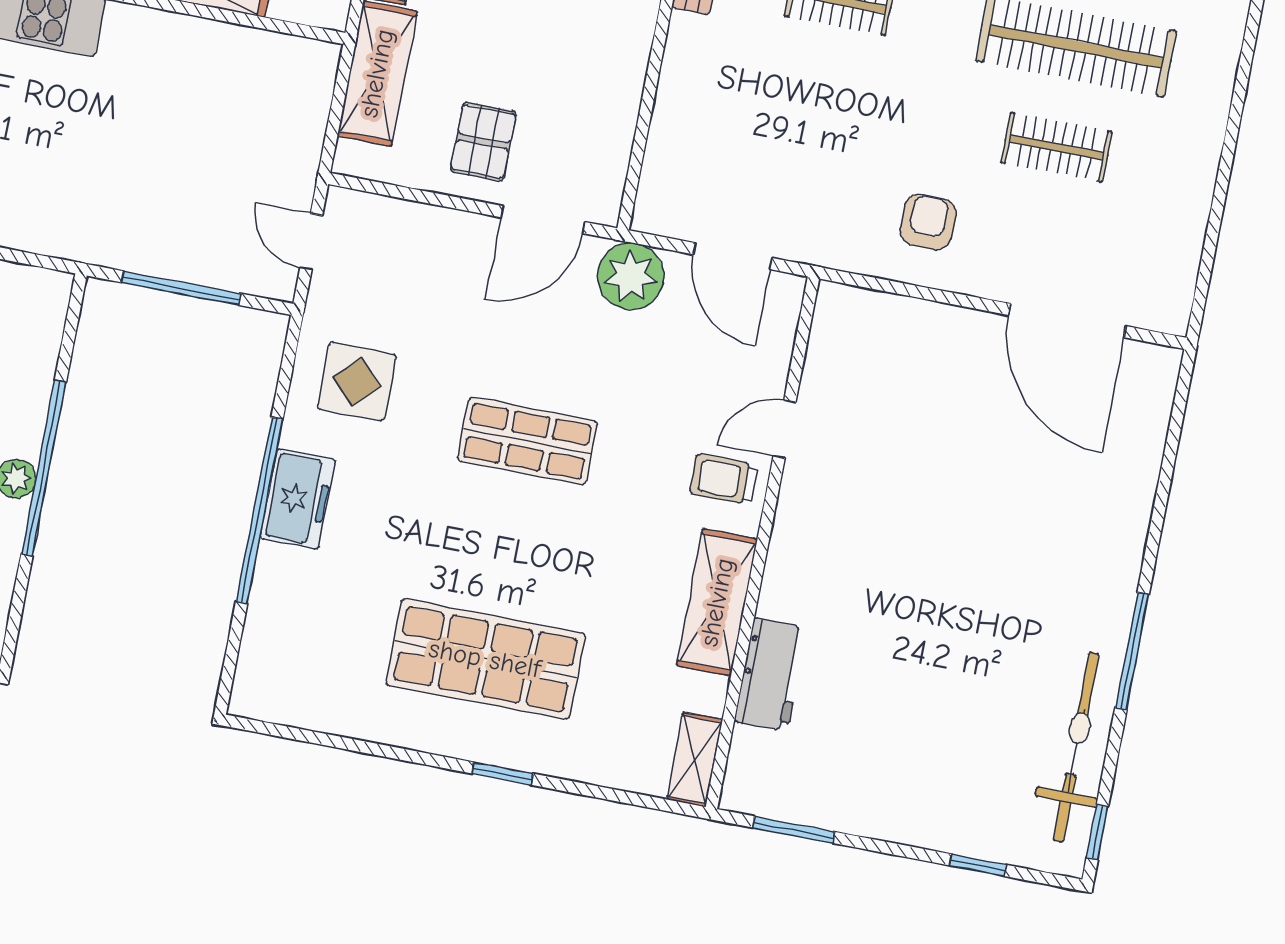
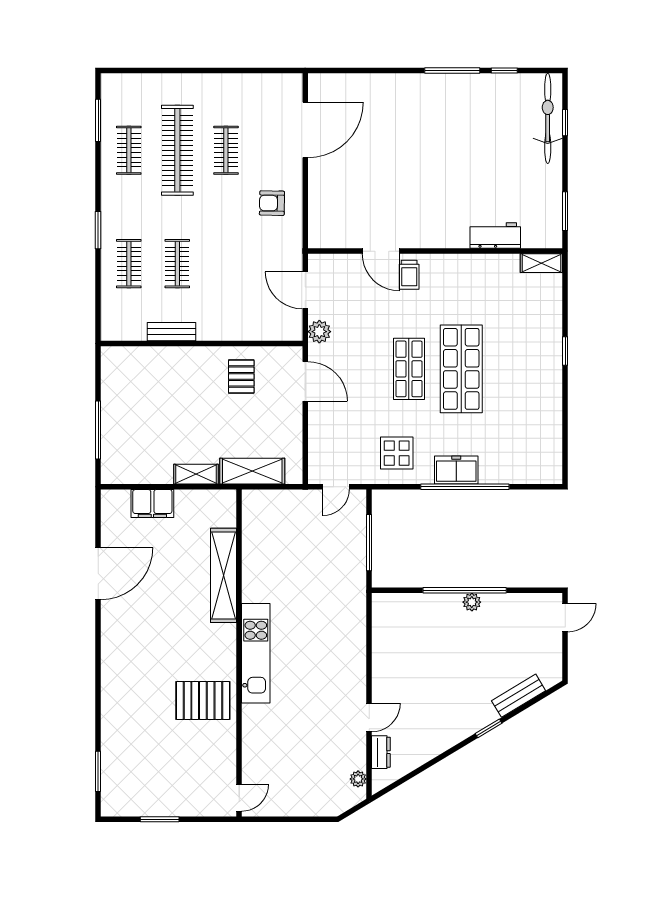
pallet: (483, 141) -> (241, 377), moved, turned 90
door: (733, 256) -> (305, 290), swing flipped
plant: (631, 276) -> (319, 332), width x0.73, depth x0.73
door: (784, 429) -> (381, 251), width x1.38
shelving: (717, 602) -> (467, 267), removed
shop shelf: (485, 659) -> (461, 369), moved
bicycle: (1076, 747) -> (548, 118), moved, turned 90
window: (1097, 832) -> (504, 70), moved

